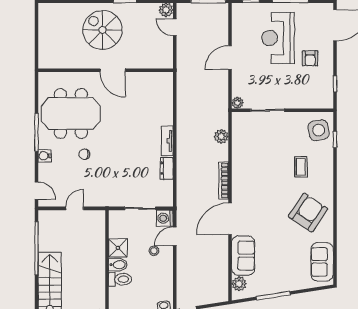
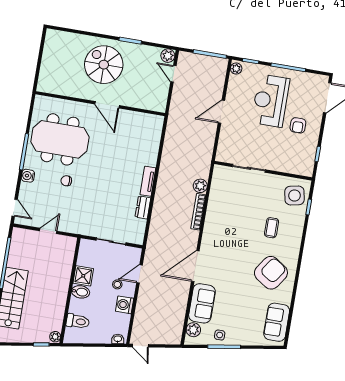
plant: (237, 103) -> (236, 68), moved
bookcase: (224, 181) -> (198, 212), moved
washing machine: (165, 218) -> (125, 305), moved
toilet: (120, 279) -> (78, 321), moved
side table: (267, 285) -> (220, 335), added

